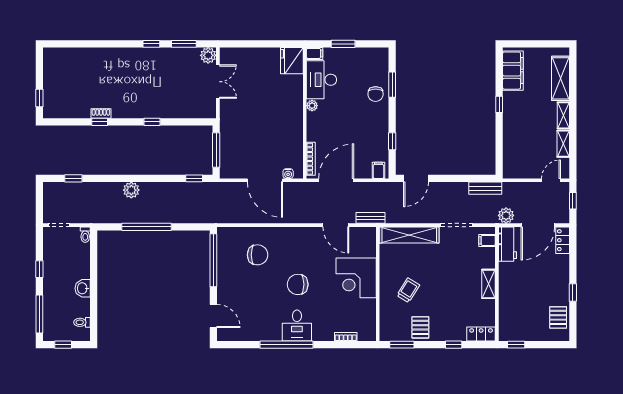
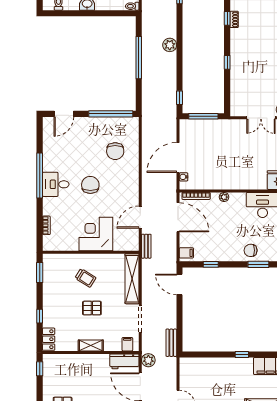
plant: (312, 106) -> (224, 197), moved
pallet: (420, 327) -> (92, 308), moved

